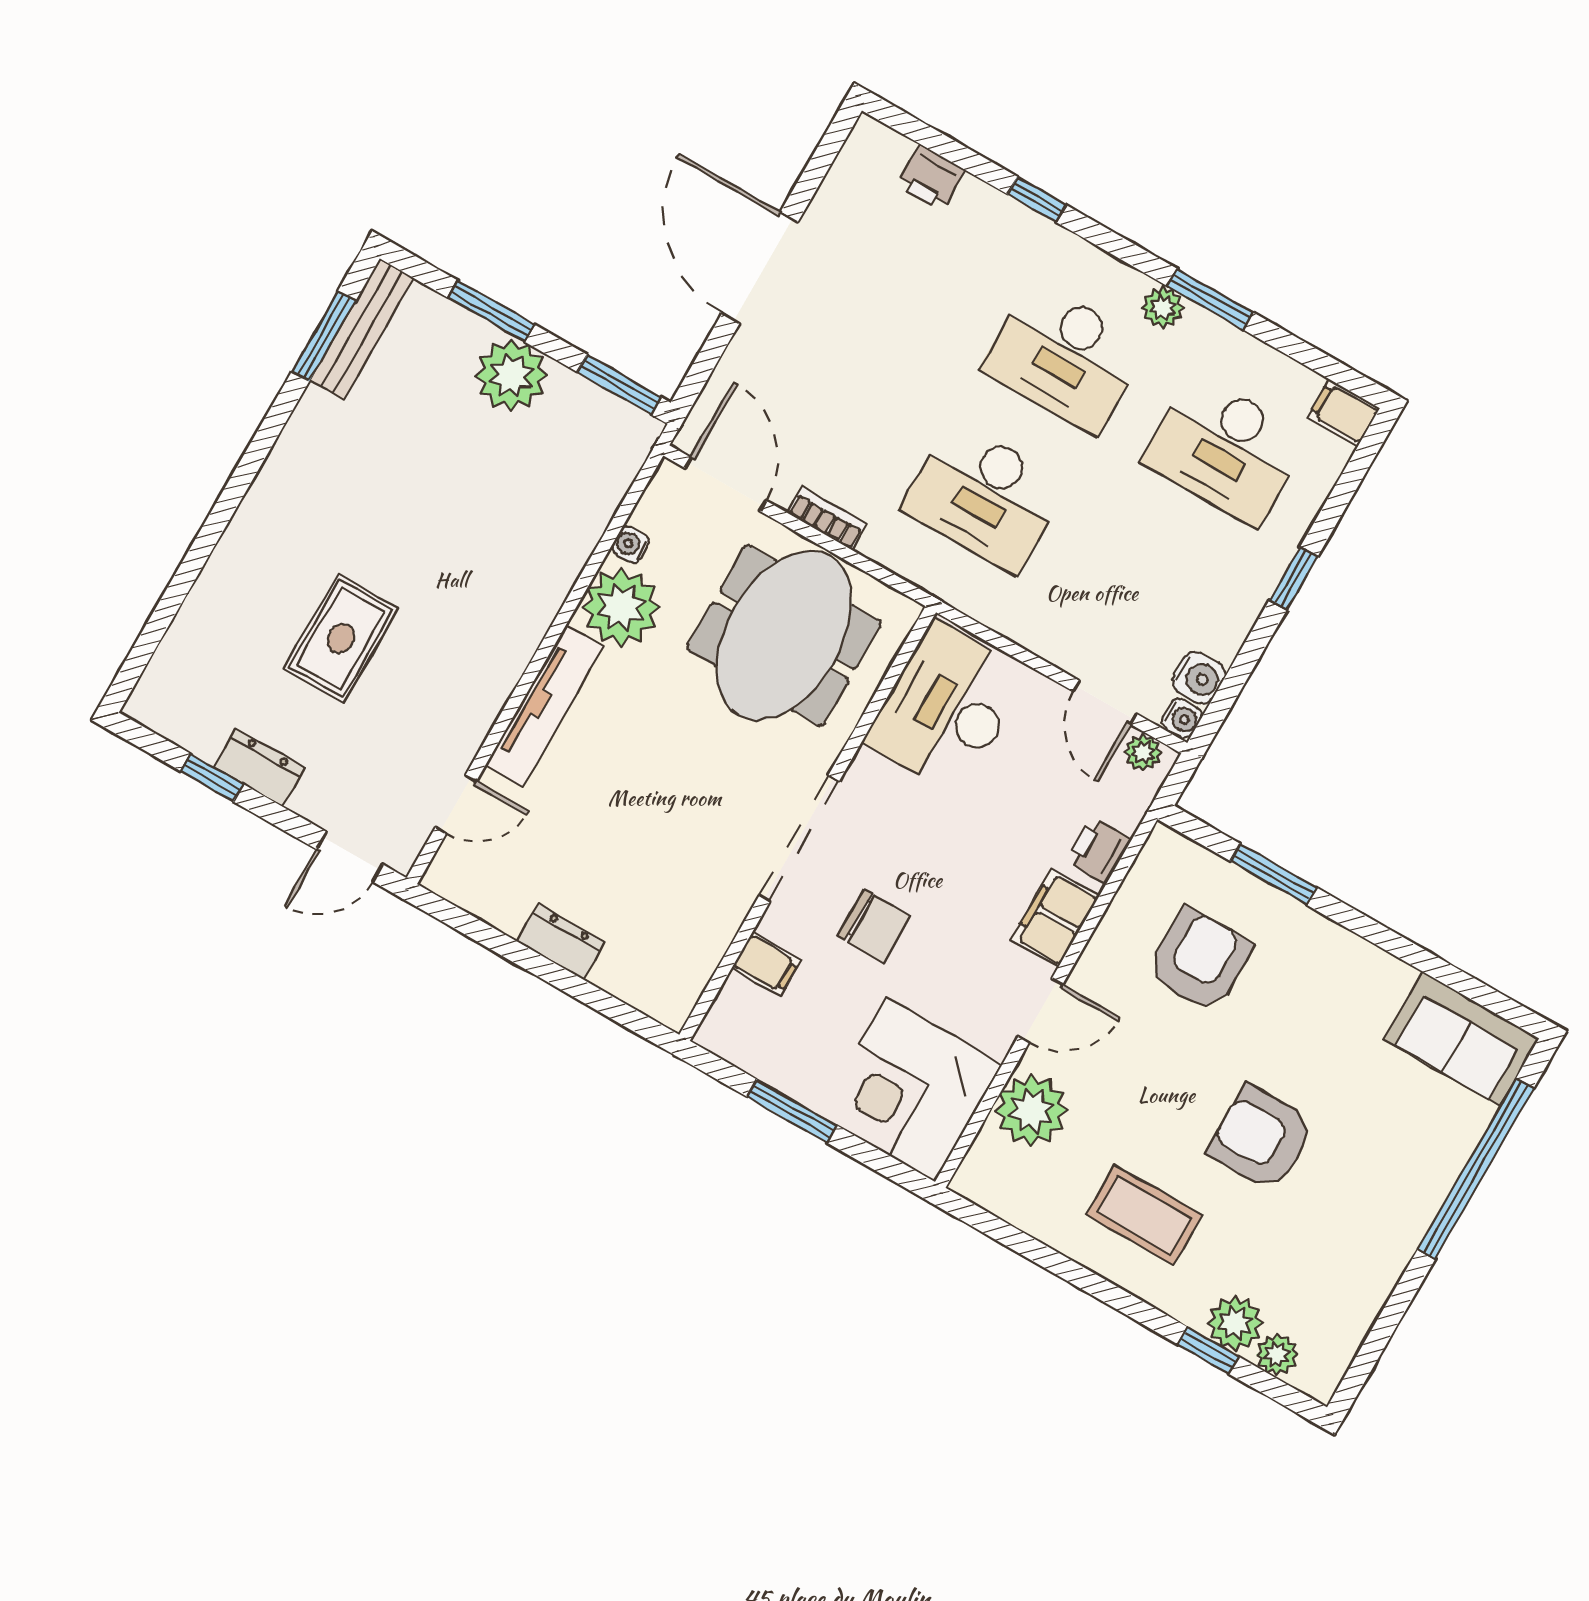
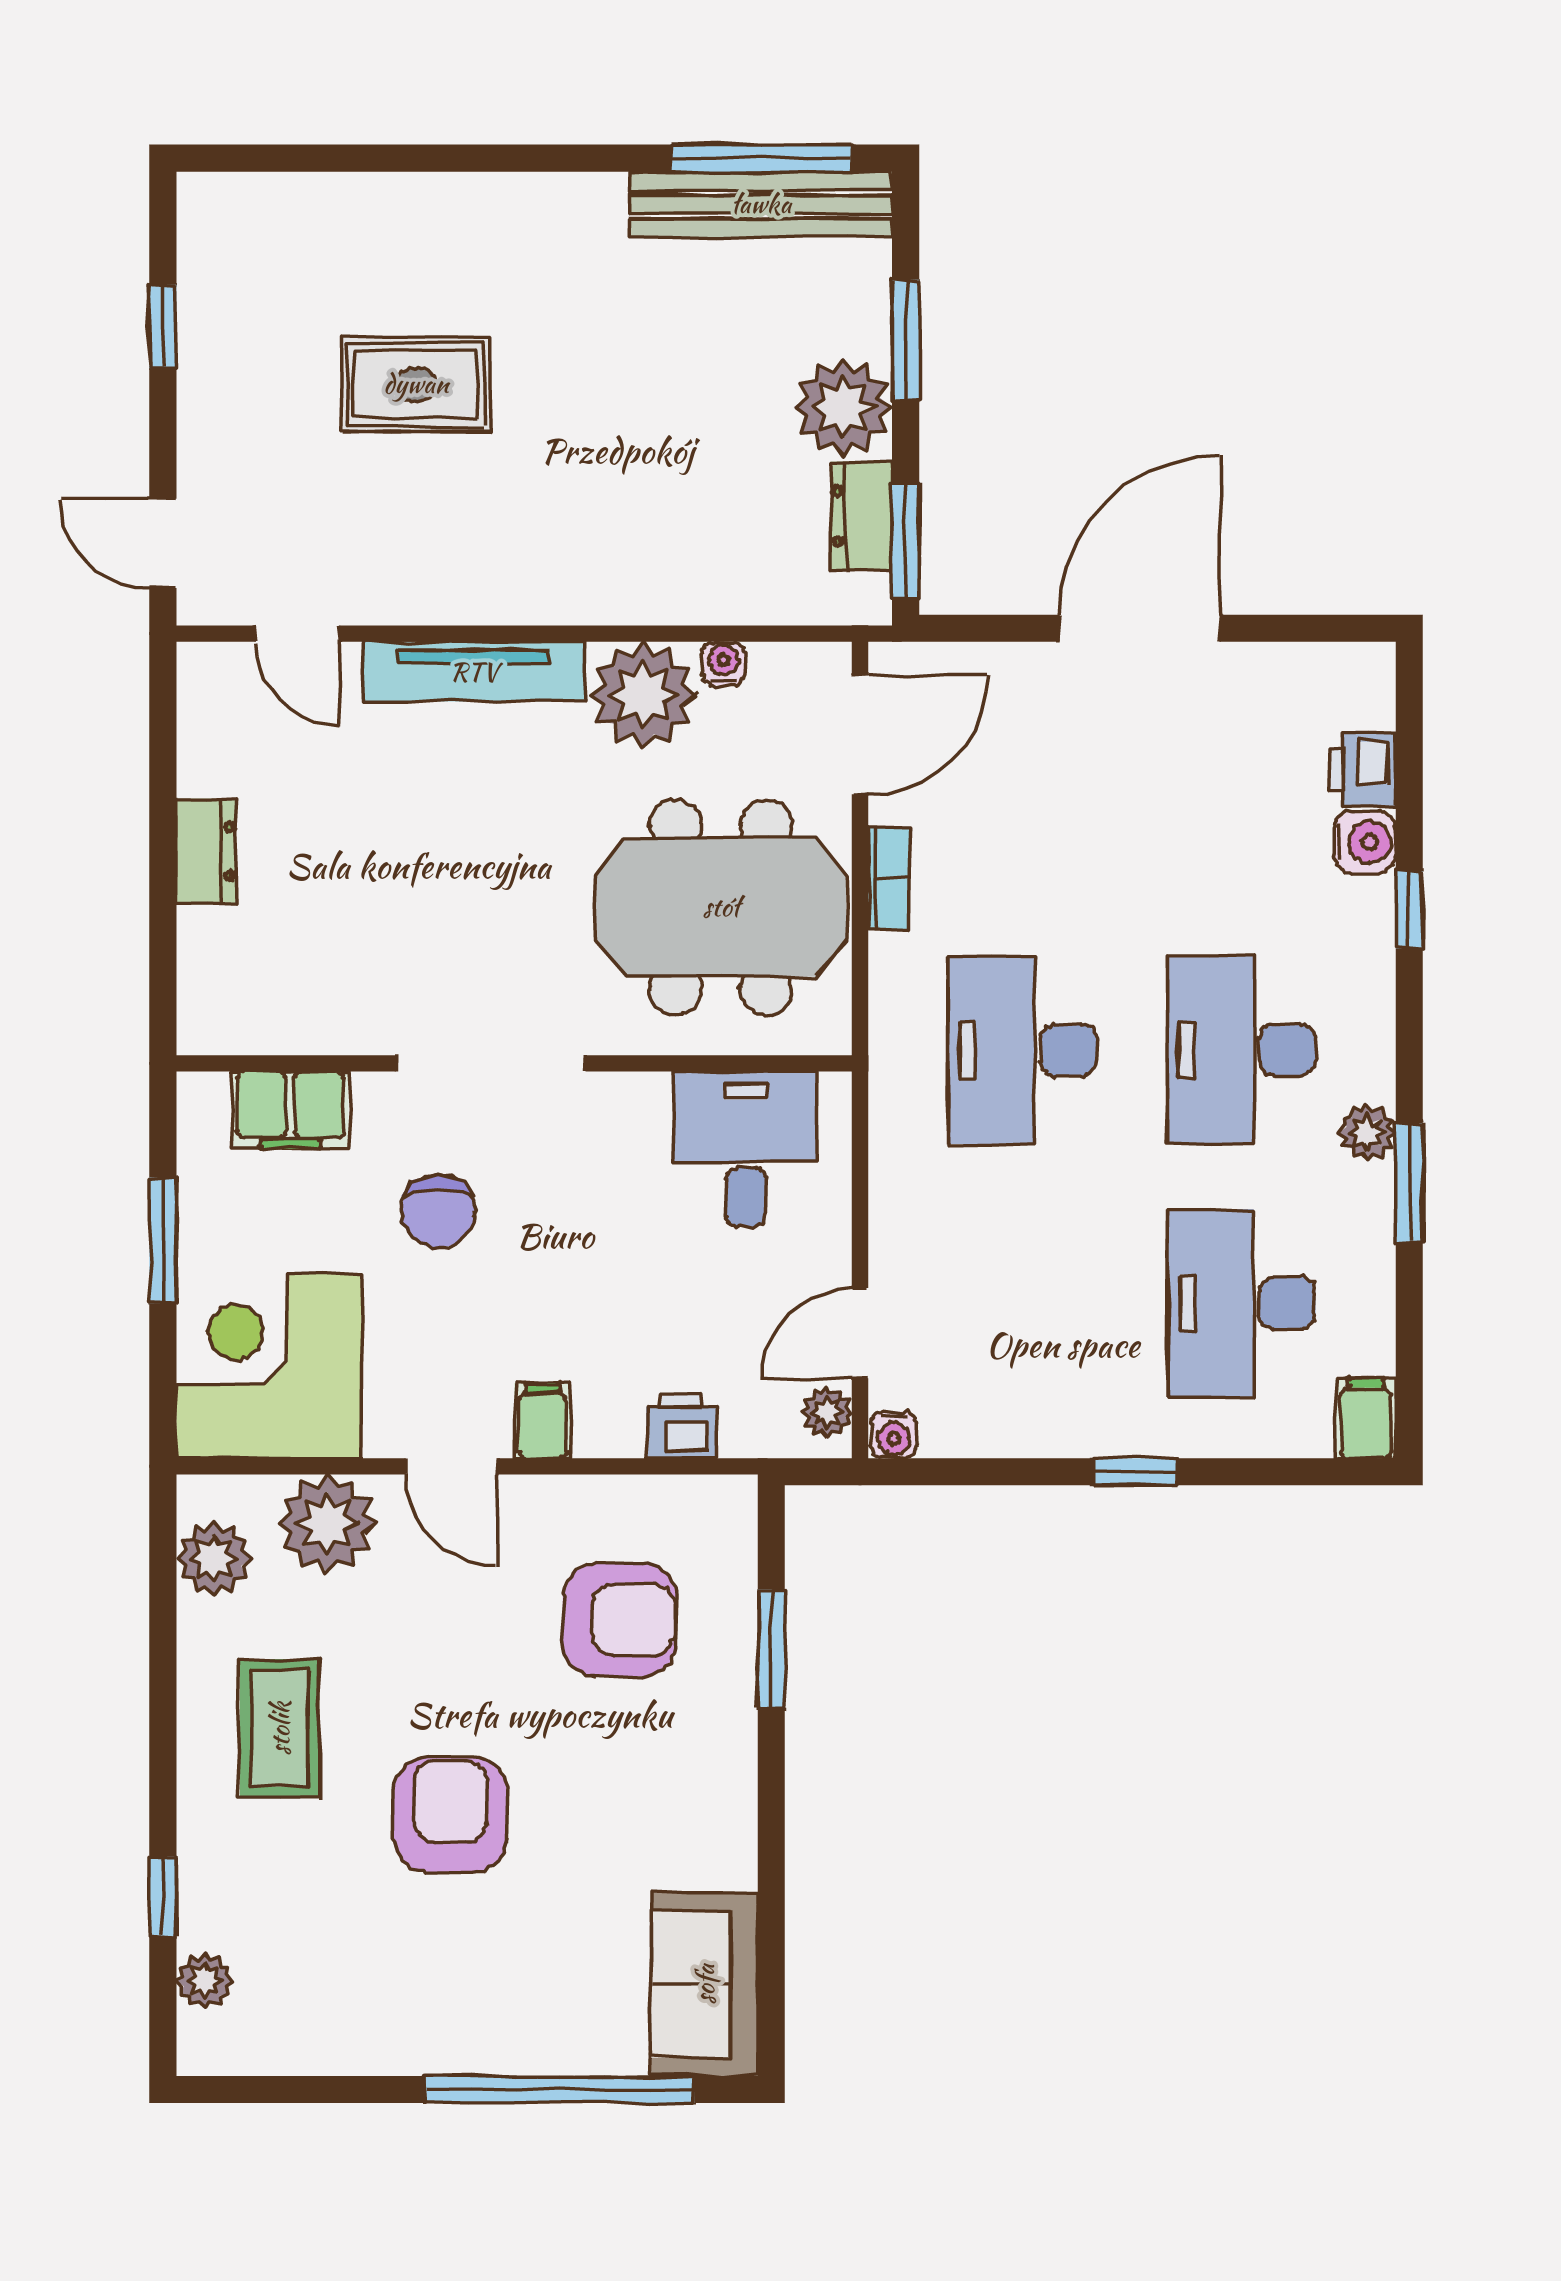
bench: (362, 329) -> (761, 204), width x1.37, depth x1.21
window: (324, 336) -> (762, 158), width x1.44
water cooler: (1199, 678) -> (1365, 842), moved, turned -90
desk: (947, 708) -> (746, 1149), width x0.73
dresser: (259, 768) -> (862, 516), moved, turned 180
filing cabinet: (1055, 918) -> (542, 1421), width x0.50
filing cabinet: (766, 964) -> (291, 1110), width x2.00
plant: (1235, 1323) -> (214, 1559), moved

